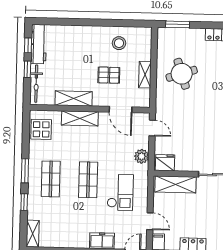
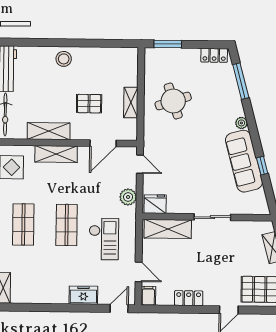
stool: (119, 43) -> (64, 59), moved
door: (121, 110) -> (103, 143), hinge flipped

